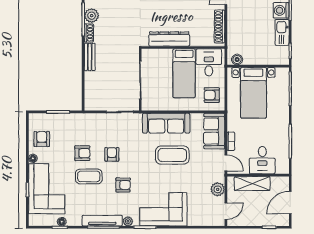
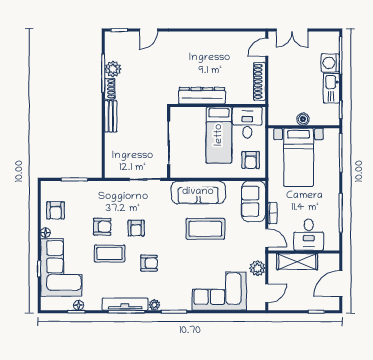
boiler: (237, 59) -> (303, 119), moved
armchair: (212, 95) -> (251, 160), turned -90
armchair: (42, 139) -> (56, 210), turned 180
armchair: (112, 154) -> (136, 228), turned 180
corner sofa: (163, 209) -> (219, 291), moved

